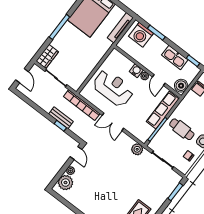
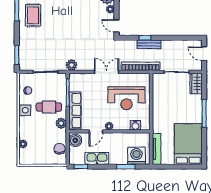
water cooler: (136, 71) -> (135, 125), moved
door: (159, 80) -> (96, 131), swing flipped
plant: (182, 108) -> (61, 123), added

